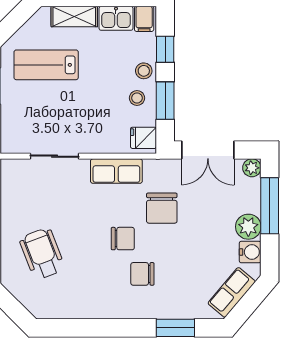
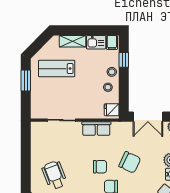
window: (165, 101) -> (124, 89), removed
chair: (162, 208) -> (130, 162), moved, turned -65

